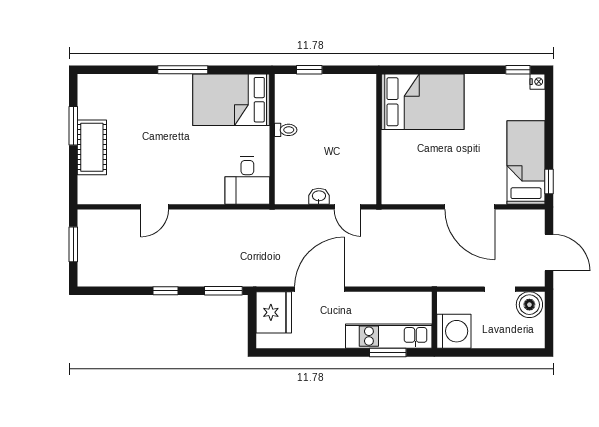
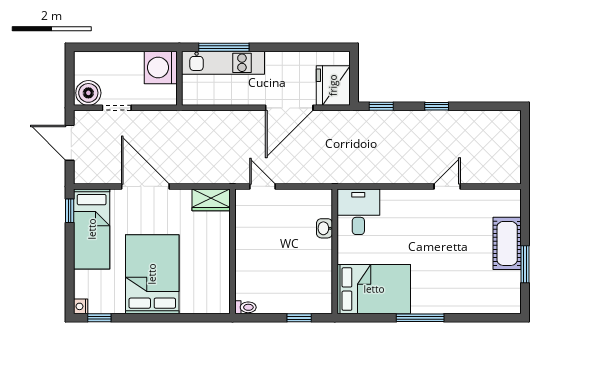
bed: (423, 102) -> (152, 274), moved, turned 90
toilet: (286, 130) -> (245, 307), moved, turned 180
wardrobe: (401, 193) -> (211, 200), added
washbasin: (319, 196) -> (324, 228), moved, turned 90
window: (73, 244) -> (525, 151), removed
window: (223, 291) -> (381, 106), width x0.67
window: (388, 352) -> (224, 47), width x1.44

